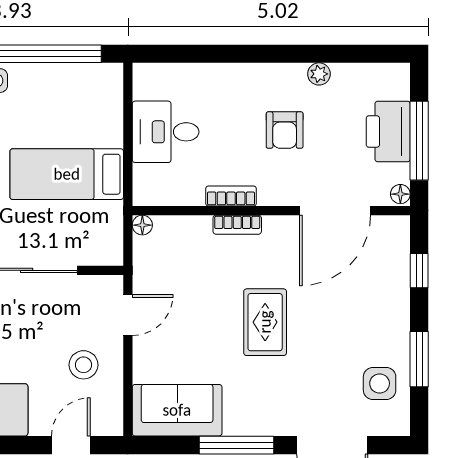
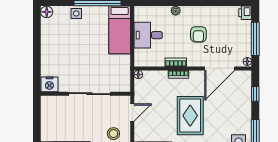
plant: (319, 74) -> (176, 11), moved
printer: (388, 132) -> (245, 13), moved, width x0.53, depth x0.68
bed: (67, 174) -> (120, 30), moved, turned -90
rug: (265, 322) -> (190, 116), width x1.36, depth x1.43

